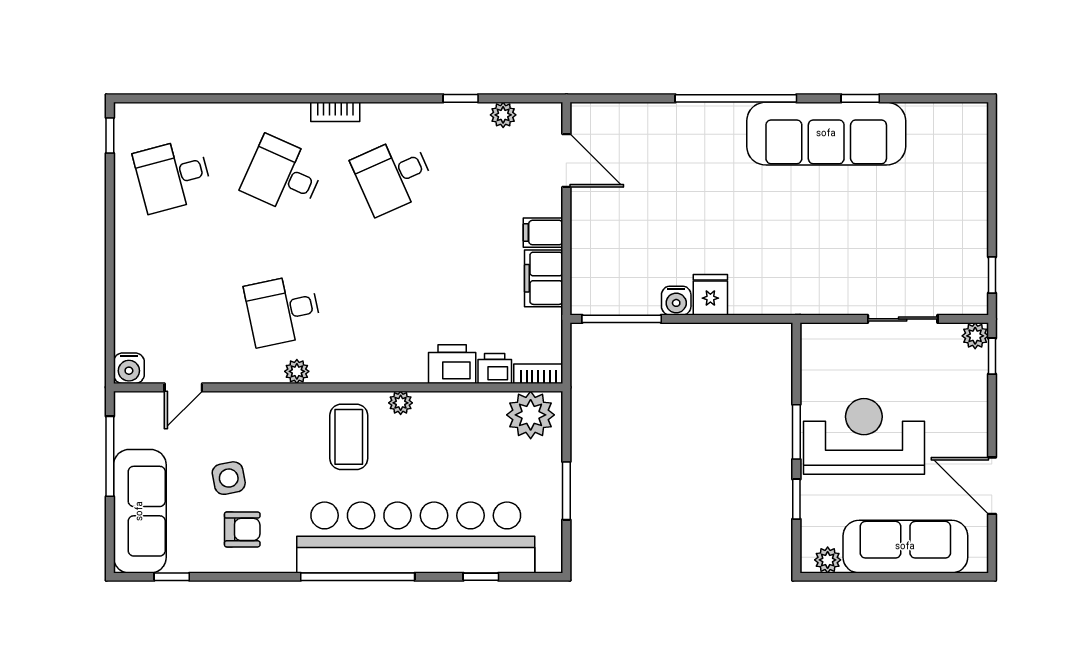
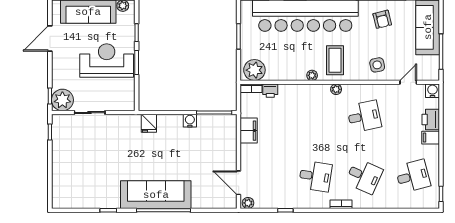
plant: (503, 115) -> (248, 203), moved
sofa: (826, 134) -> (156, 195), moved
desk: (393, 175) -> (315, 176), turned 33
filing cabinet: (543, 233) -> (431, 138), moved, turned 180
fridge: (710, 295) -> (149, 123), moved
plant: (975, 336) -> (62, 100), width x1.88, depth x1.88
printer: (452, 364) -> (431, 120), moved, turned 90
plant: (297, 371) -> (336, 89), moved
reception desk: (864, 436) -> (107, 60), turned 180
side table: (229, 478) -> (377, 65), moved
door: (992, 486) -> (50, 39), swing flipped
armchair: (242, 529) -> (382, 19), turned -104

